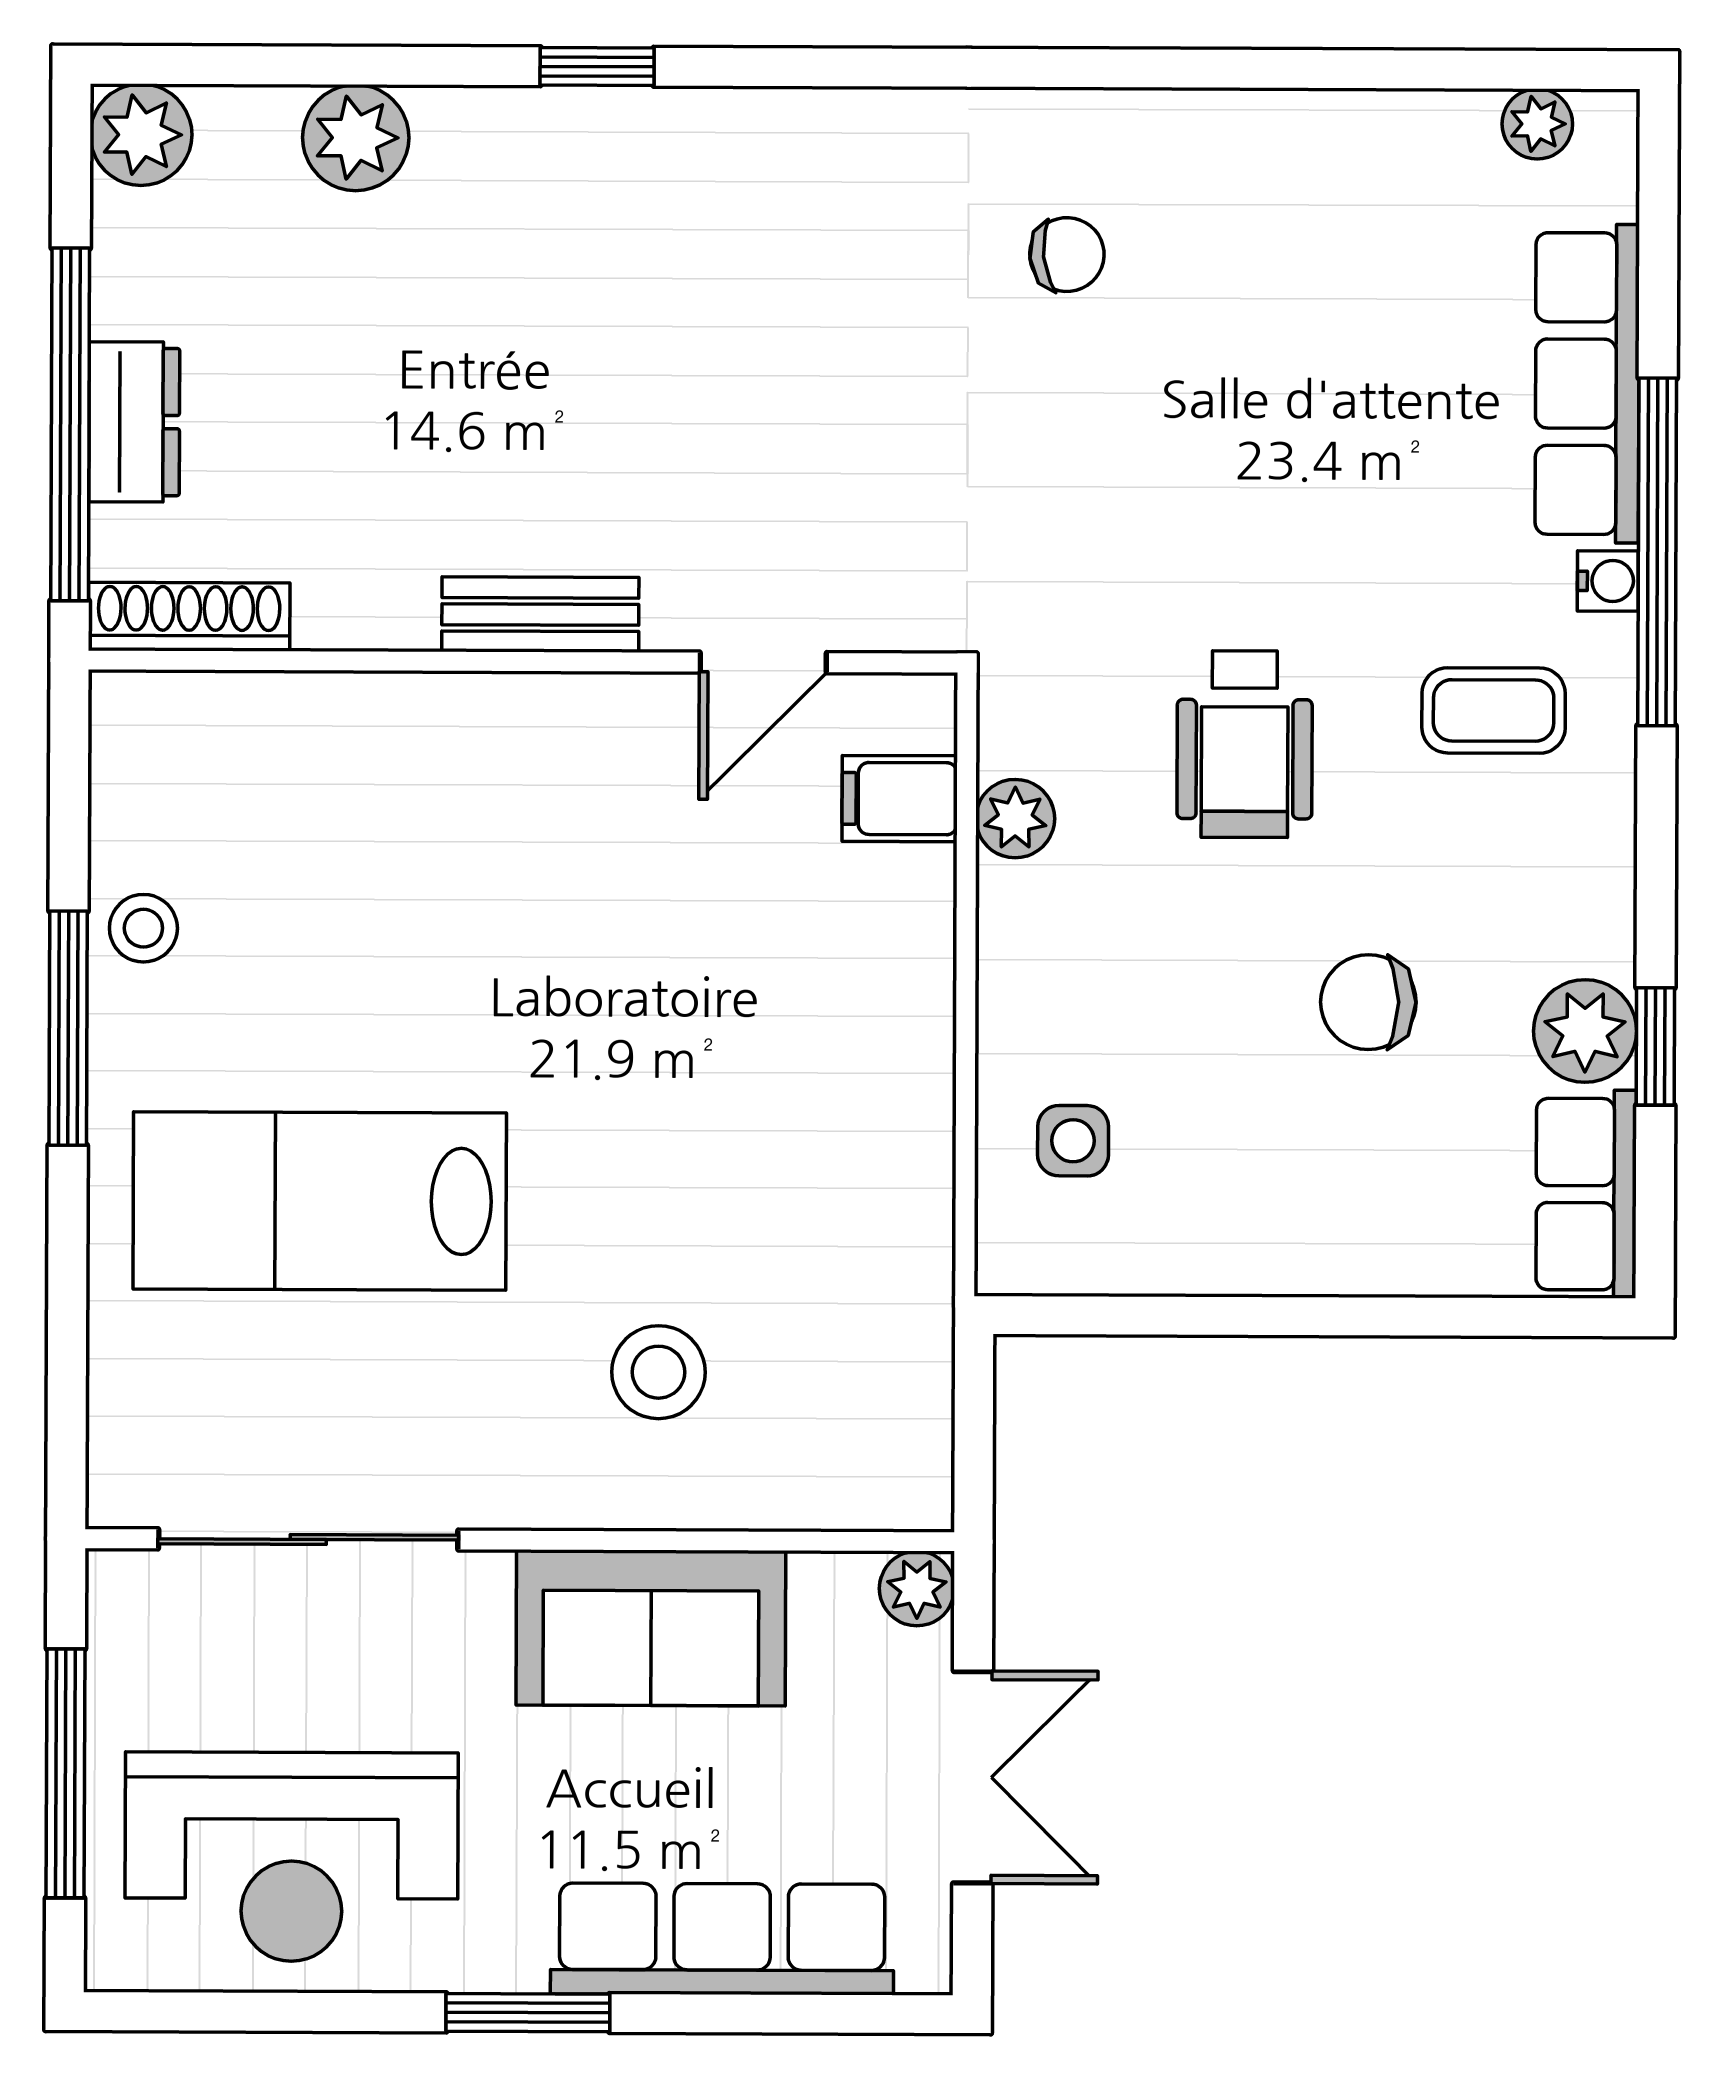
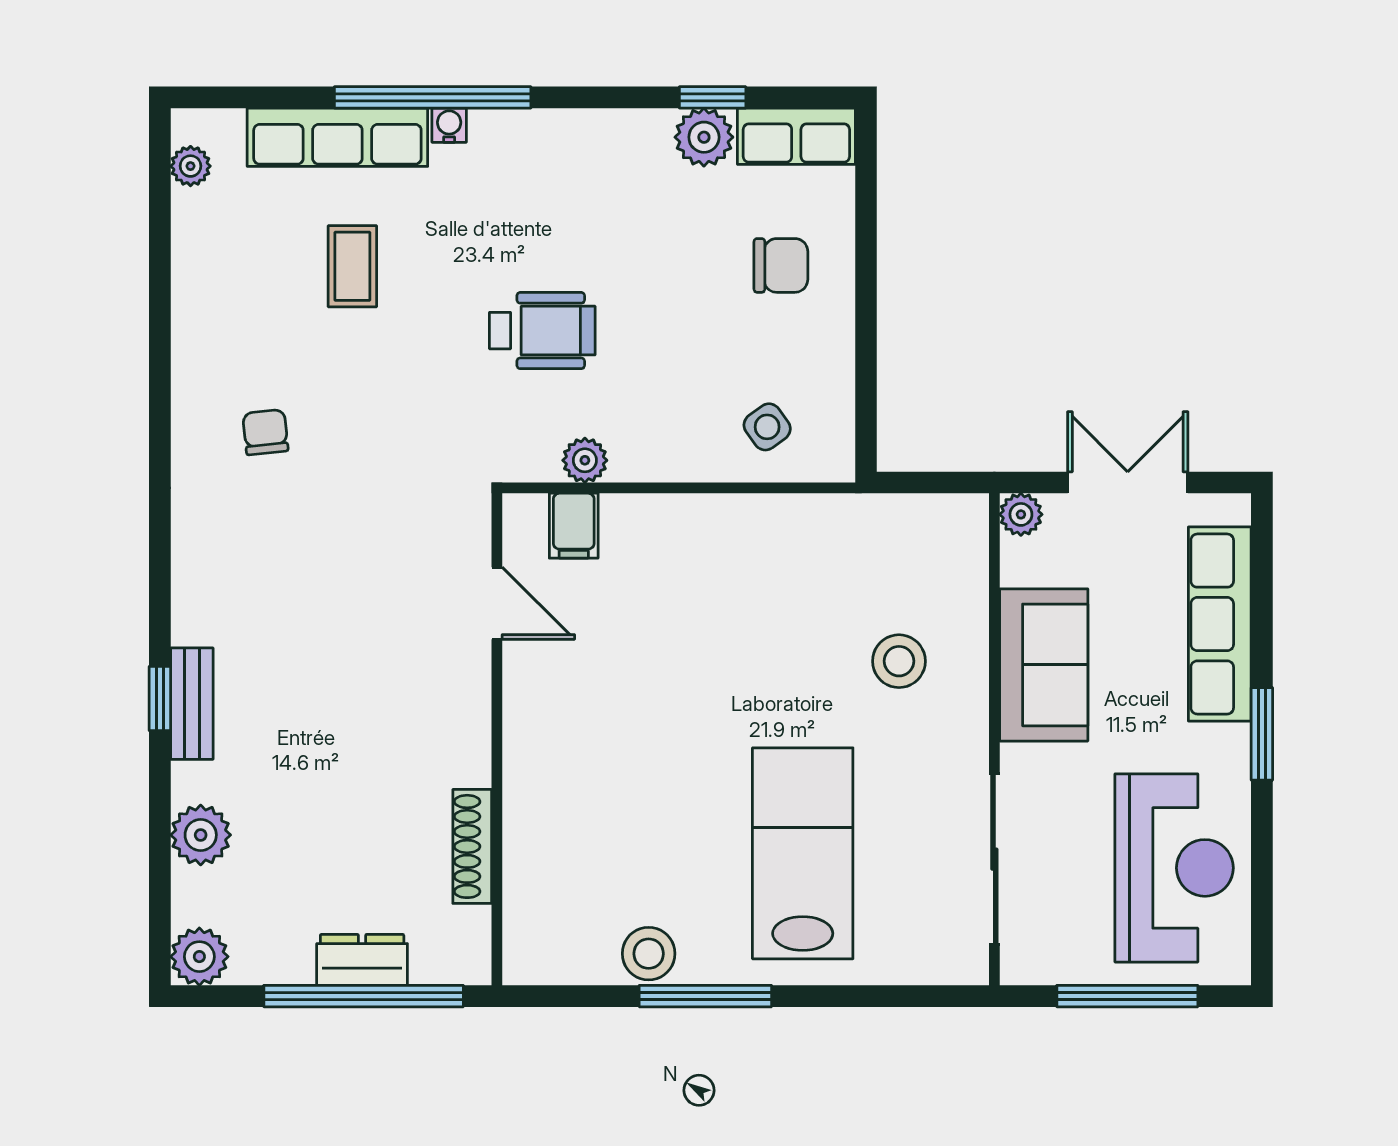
bench: (540, 615) -> (192, 704), moved
shoe rack: (189, 617) -> (472, 846), moved
coffee table: (1494, 710) -> (352, 266), moved
stool: (143, 928) -> (649, 954), width x1.37, depth x1.37
chair: (1368, 1002) -> (781, 265), moved, turned -90
side table: (1073, 1141) -> (767, 427), turned -36
lab bench: (320, 1201) -> (803, 853), turned 180

